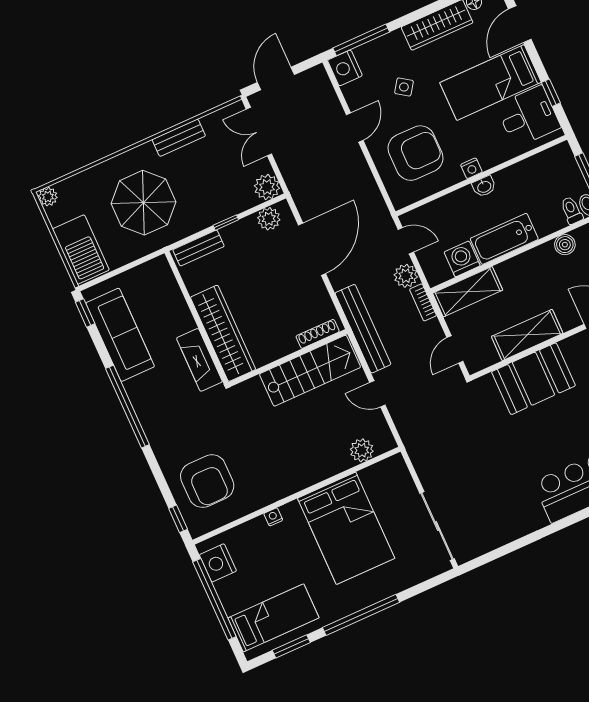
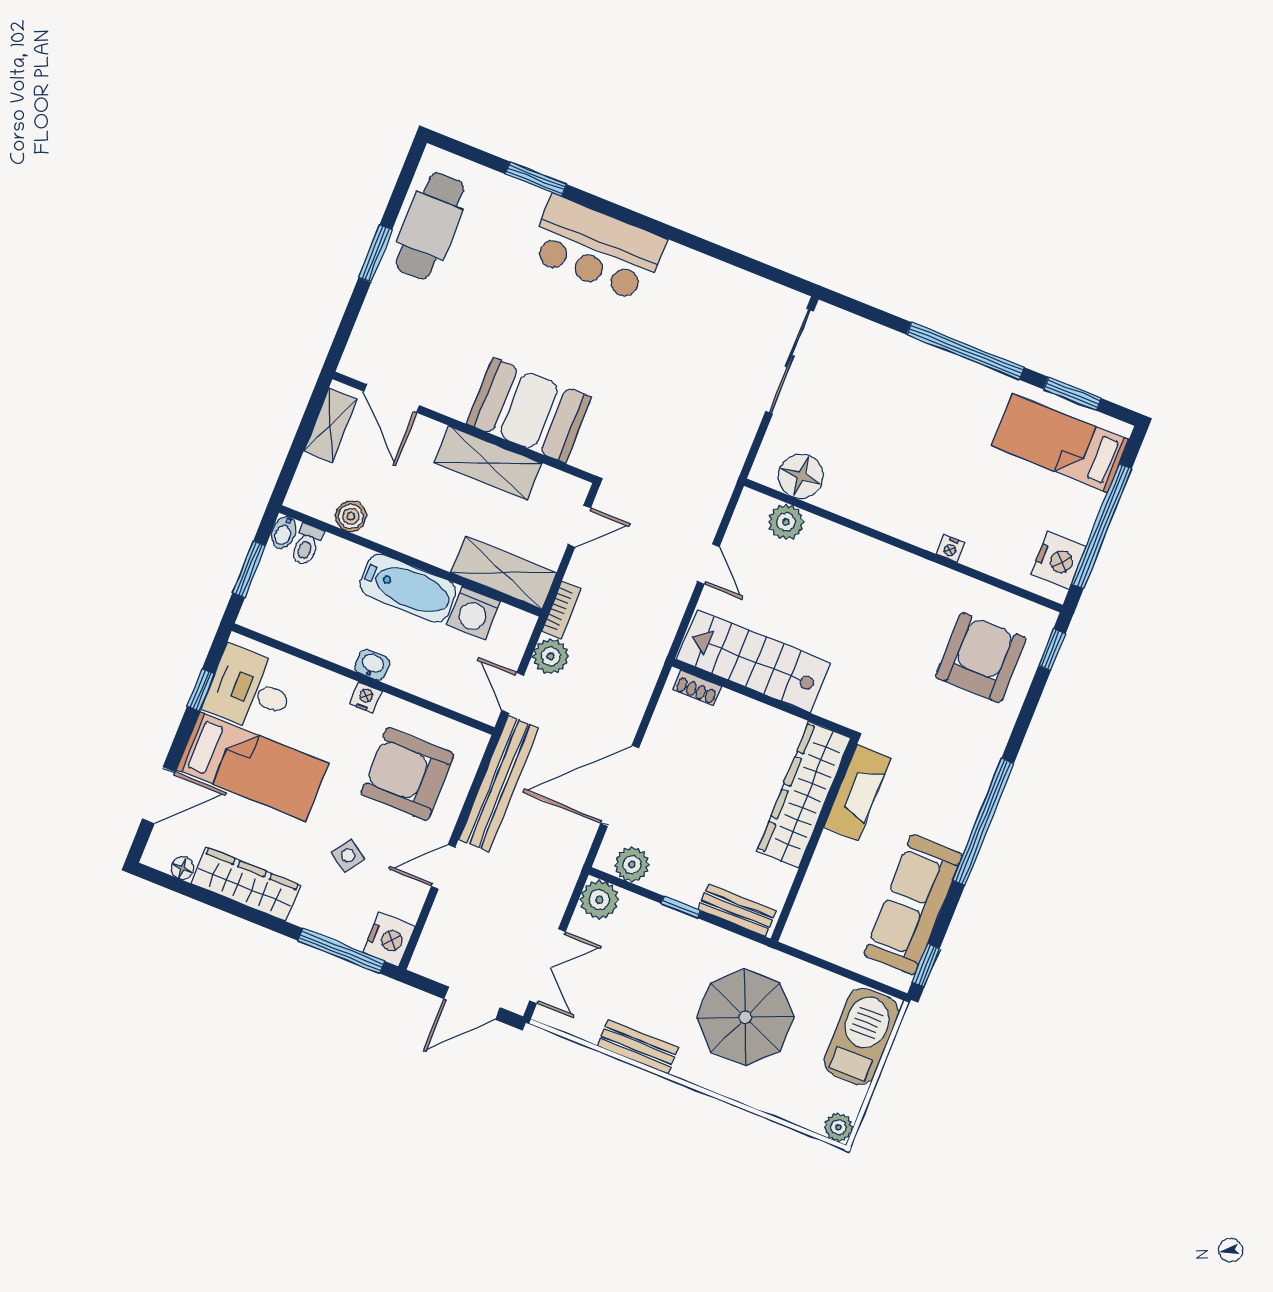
bench: (363, 329) -> (499, 784), moved
shoe rack: (318, 334) -> (697, 688), width x0.70
floor lamp: (377, 478) -> (801, 476), added
bed: (346, 528) -> (887, 458), removed

